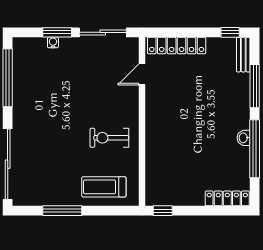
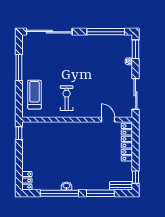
window: (57, 32) -> (136, 49), moved
locker: (227, 198) -> (27, 180), width x0.66

